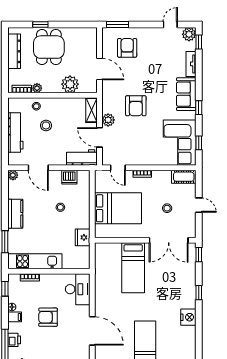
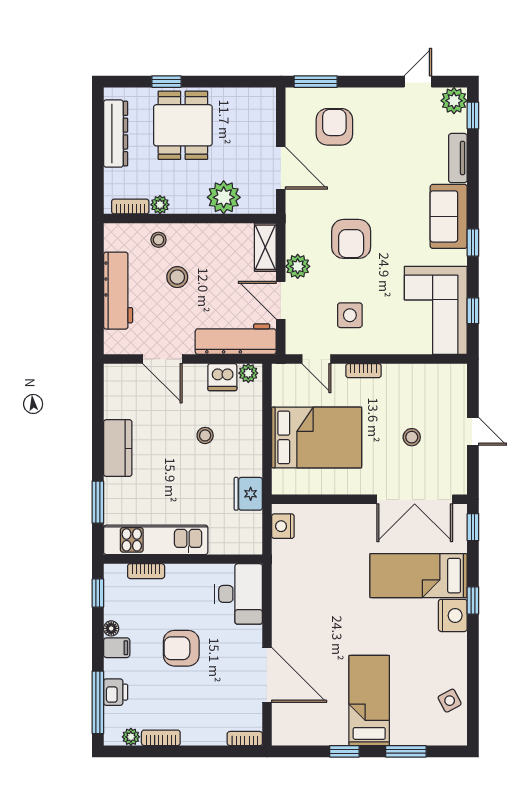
side table: (135, 145) -> (350, 315), added
workbench: (82, 158) -> (236, 339), width x1.38
plant: (13, 175) -> (248, 373), moved
cot: (184, 177) -> (444, 376), removed
nightstand: (101, 254) -> (283, 526), added
bed: (133, 268) -> (419, 576), moved, turned 90
nightstand: (188, 317) -> (453, 615), moved
side table: (187, 344) -> (450, 701), added

